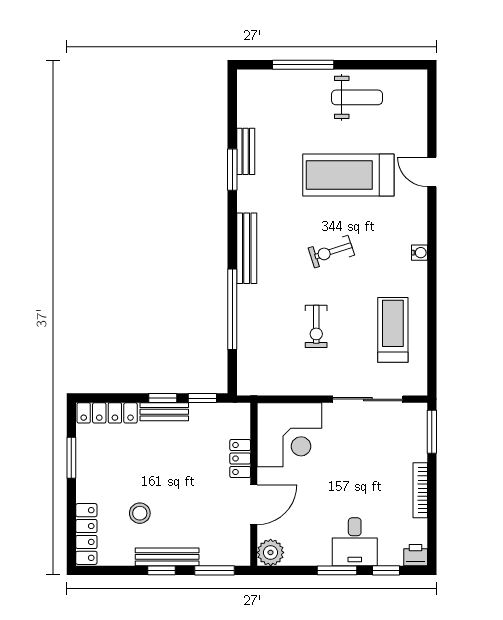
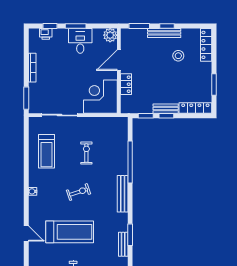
desk: (355, 542) -> (80, 41), moved
printer: (416, 555) -> (46, 34), moved

